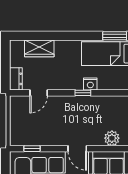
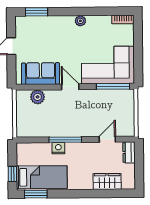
window: (83, 93) -> (65, 140), width x2.17
window: (32, 149) -> (113, 86), width x2.17

